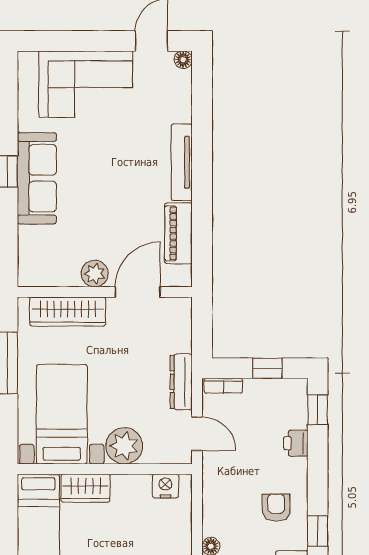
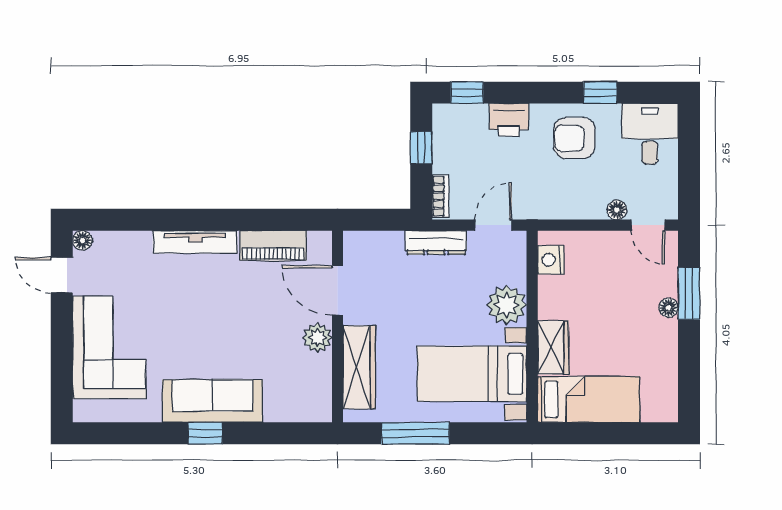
printer: (296, 443) -> (509, 120), width x1.36, depth x1.24
armchair: (276, 508) -> (574, 138), width x1.38, depth x1.38

